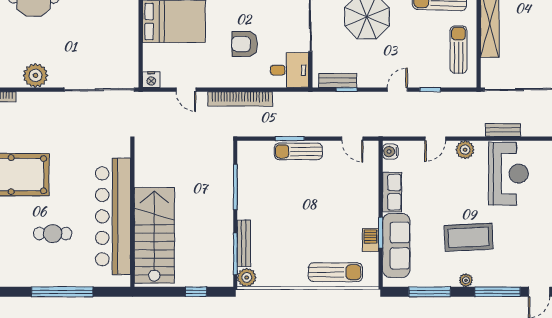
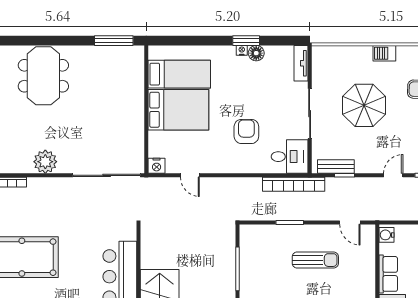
armchair: (245, 44) -> (246, 131), turned 90
bookcase: (240, 99) -> (294, 184), moved
sun lounger: (298, 151) -> (315, 260), moved, turned 180

